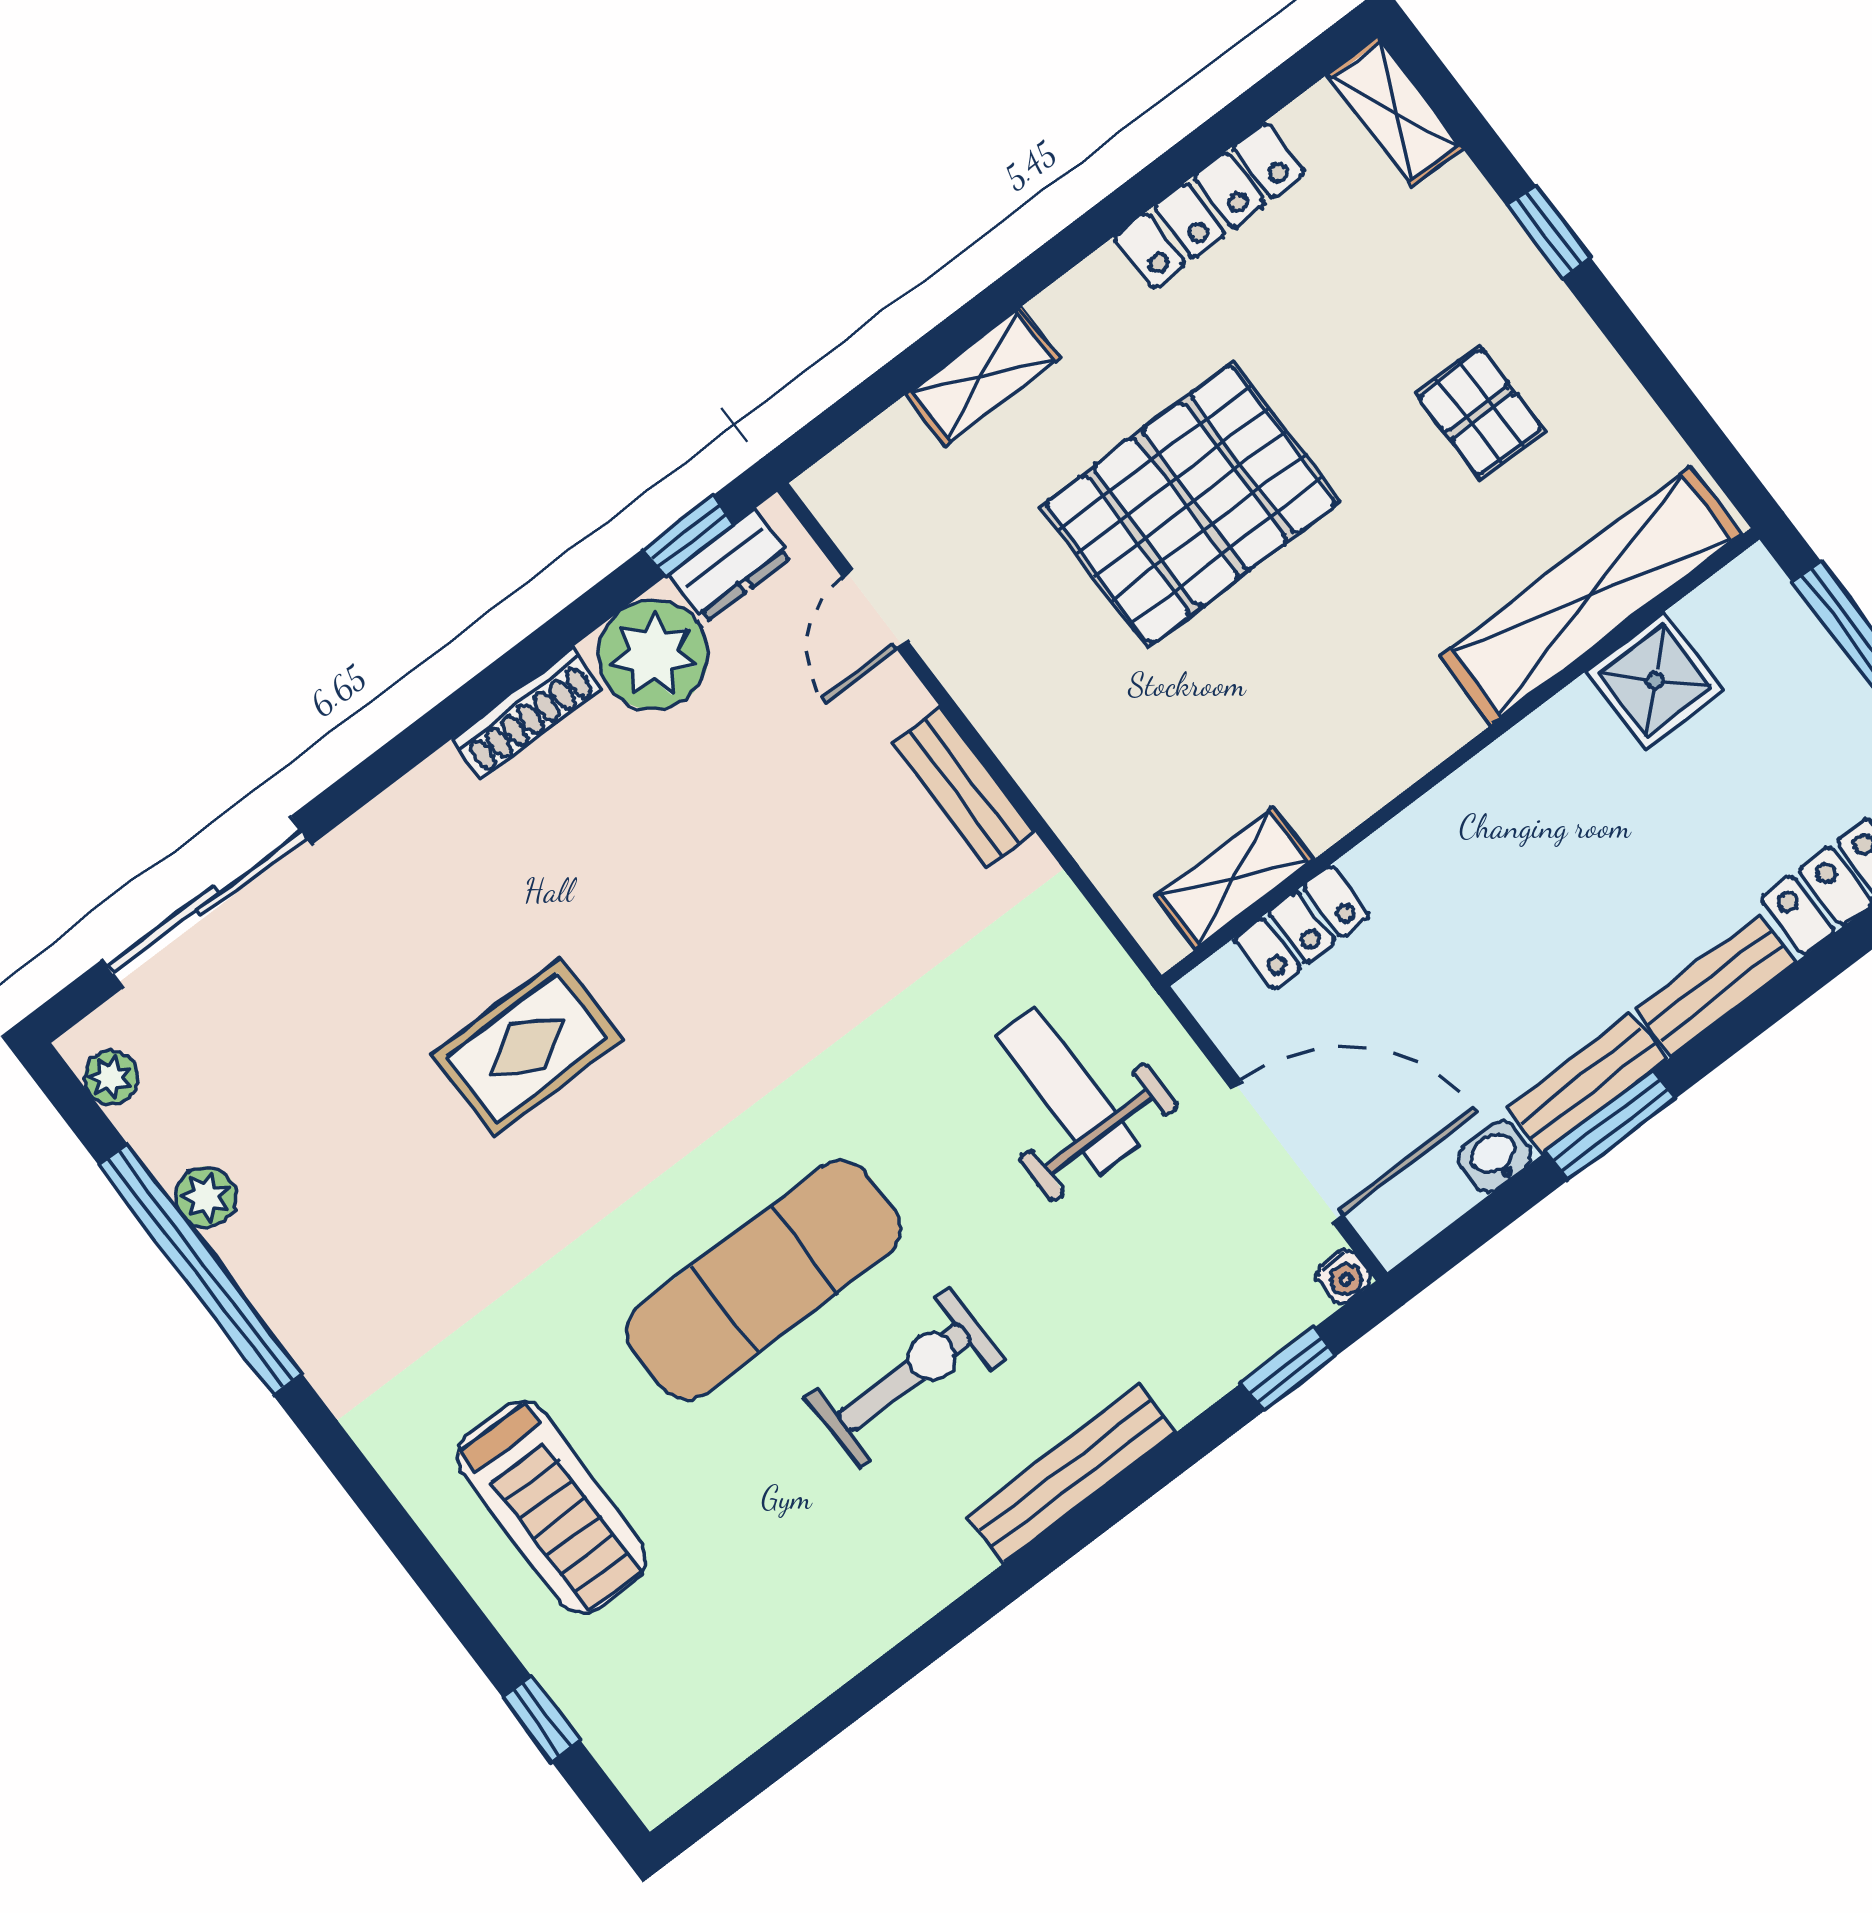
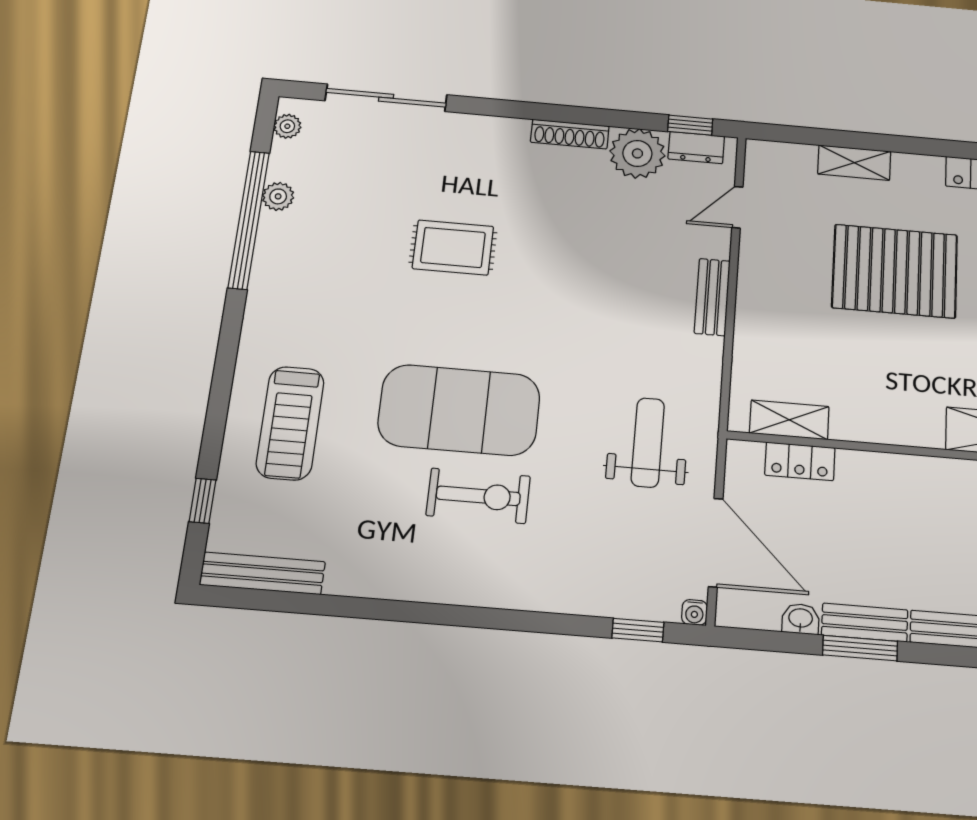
exercise mat: (764, 1280) -> (459, 410), width x1.47
bench: (1072, 1474) -> (262, 573), moved

